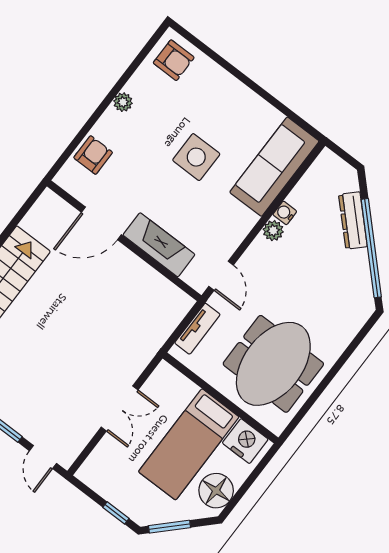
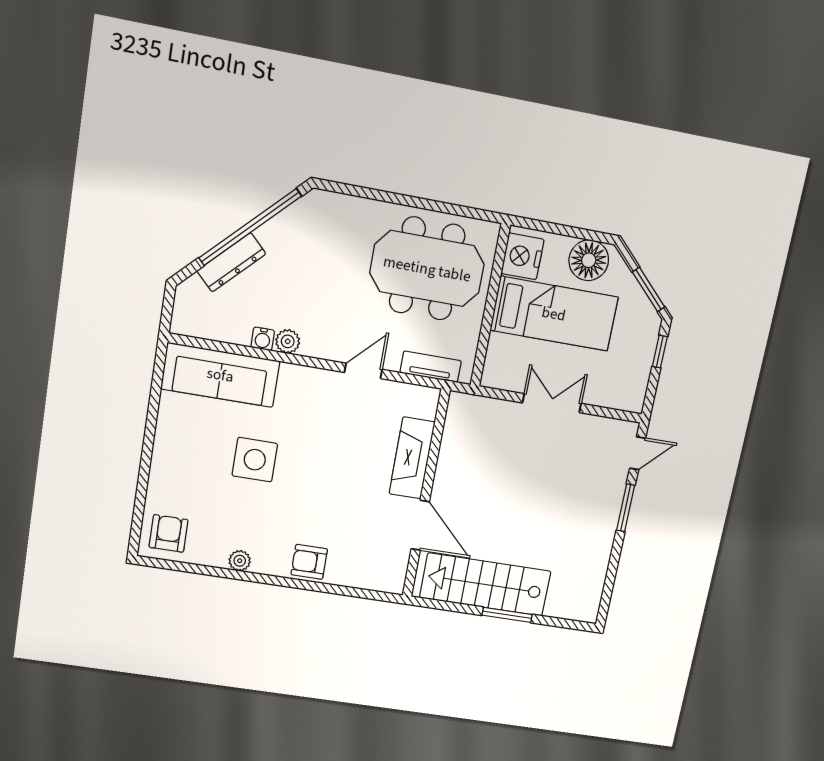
door: (101, 223) -> (420, 525), moved
wall: (124, 241) -> (426, 494), moved
fireplace: (159, 245) -> (412, 458), moved

